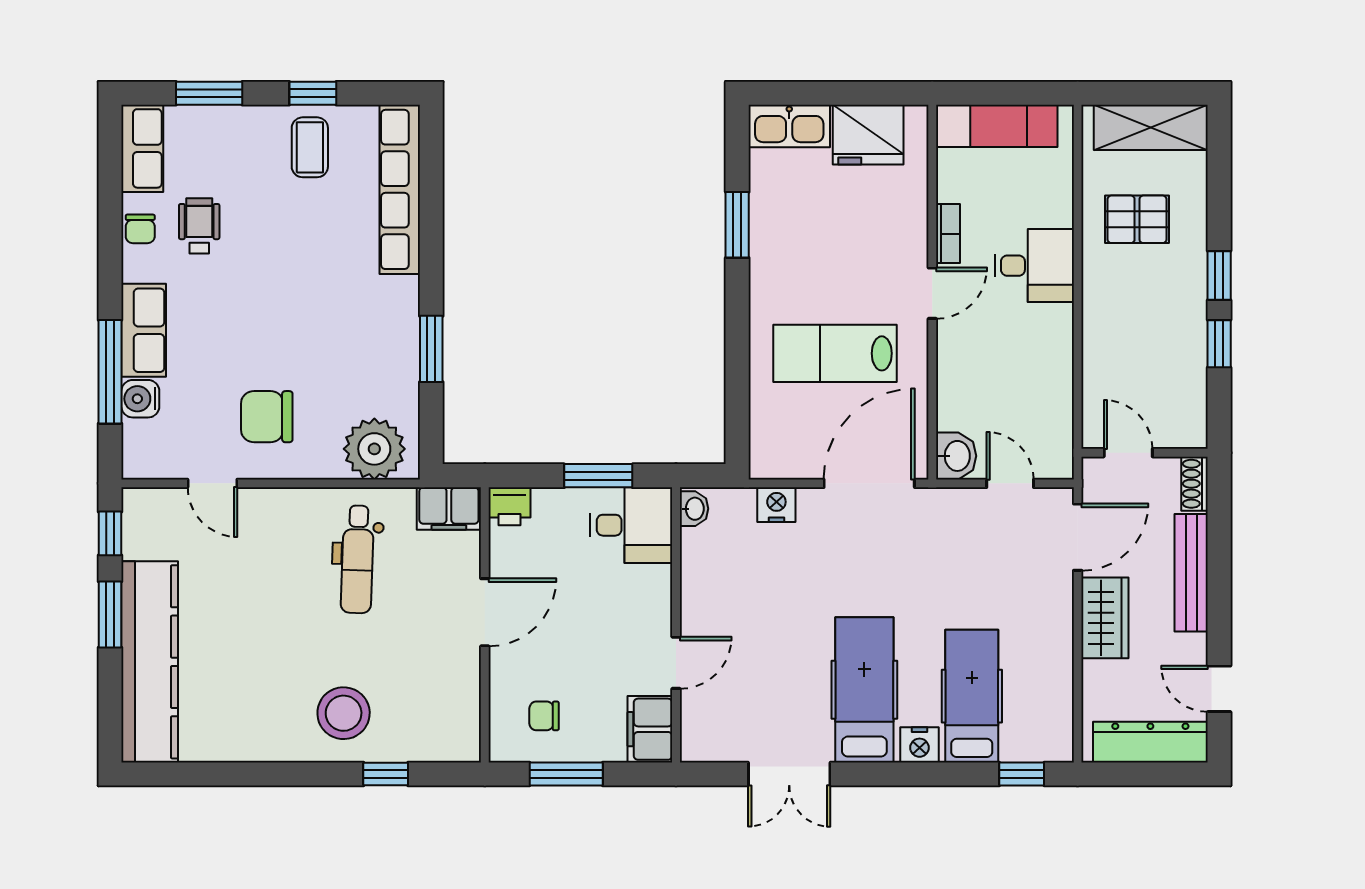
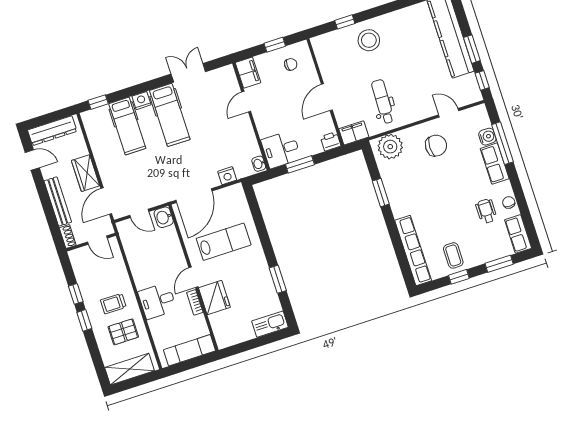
fridge: (868, 135) -> (214, 297), moved, turned 90
wheelchair: (199, 226) -> (486, 211), turned 180
trolley: (1139, 293) -> (113, 304), added
window: (566, 774) -> (275, 45), width x0.67

